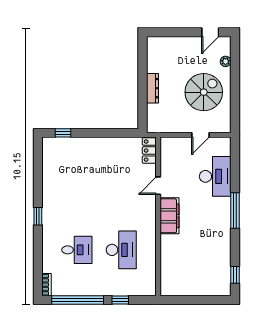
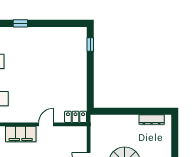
dresser: (152, 88) -> (152, 120), moved
door: (158, 186) -> (46, 124), hinge flipped

